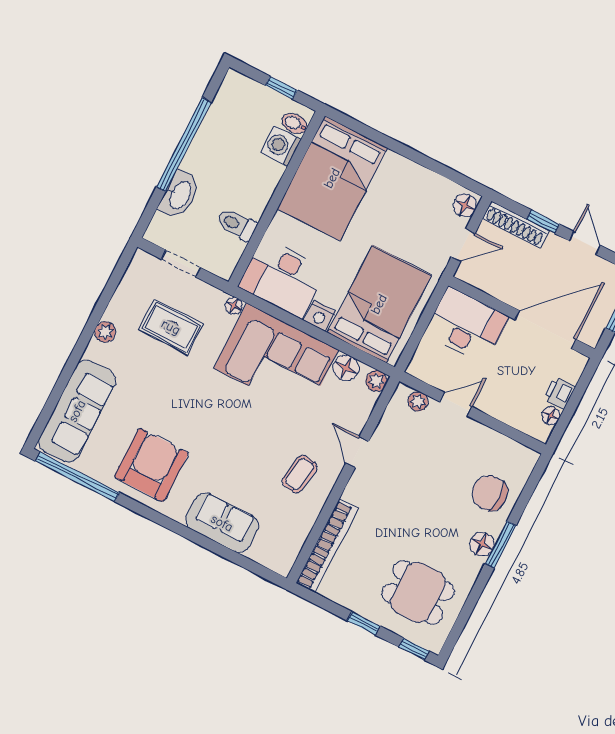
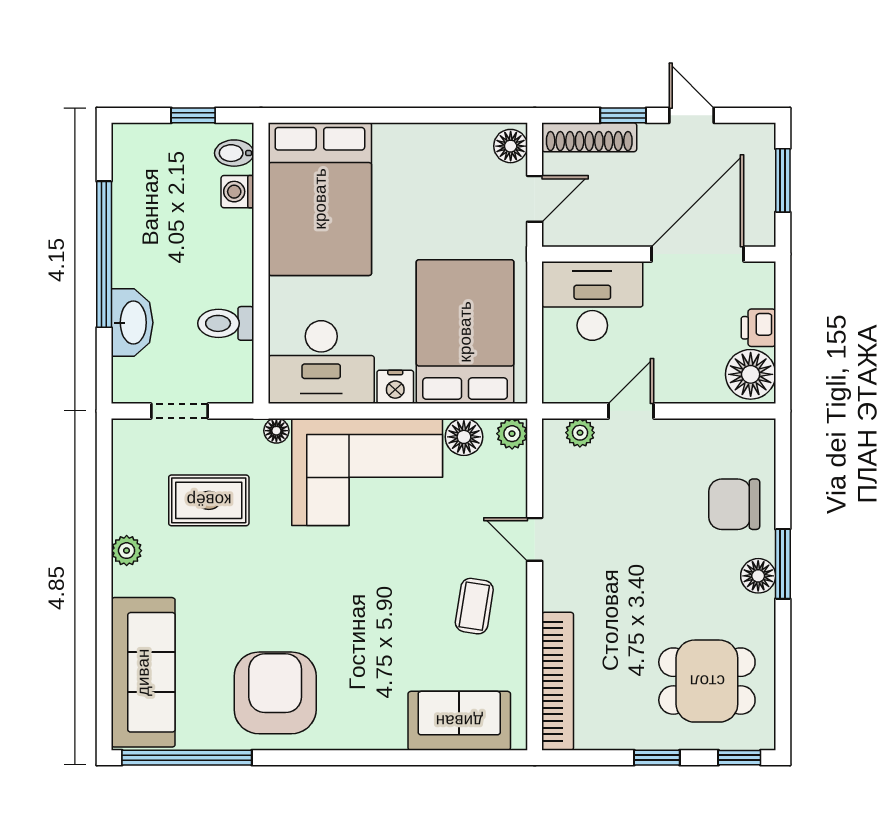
washing machine: (281, 146) -> (237, 192), width x0.73, depth x0.73
floor lamp: (551, 416) -> (751, 374), width x1.89, depth x1.89
sofa: (222, 523) -> (459, 721), moved

